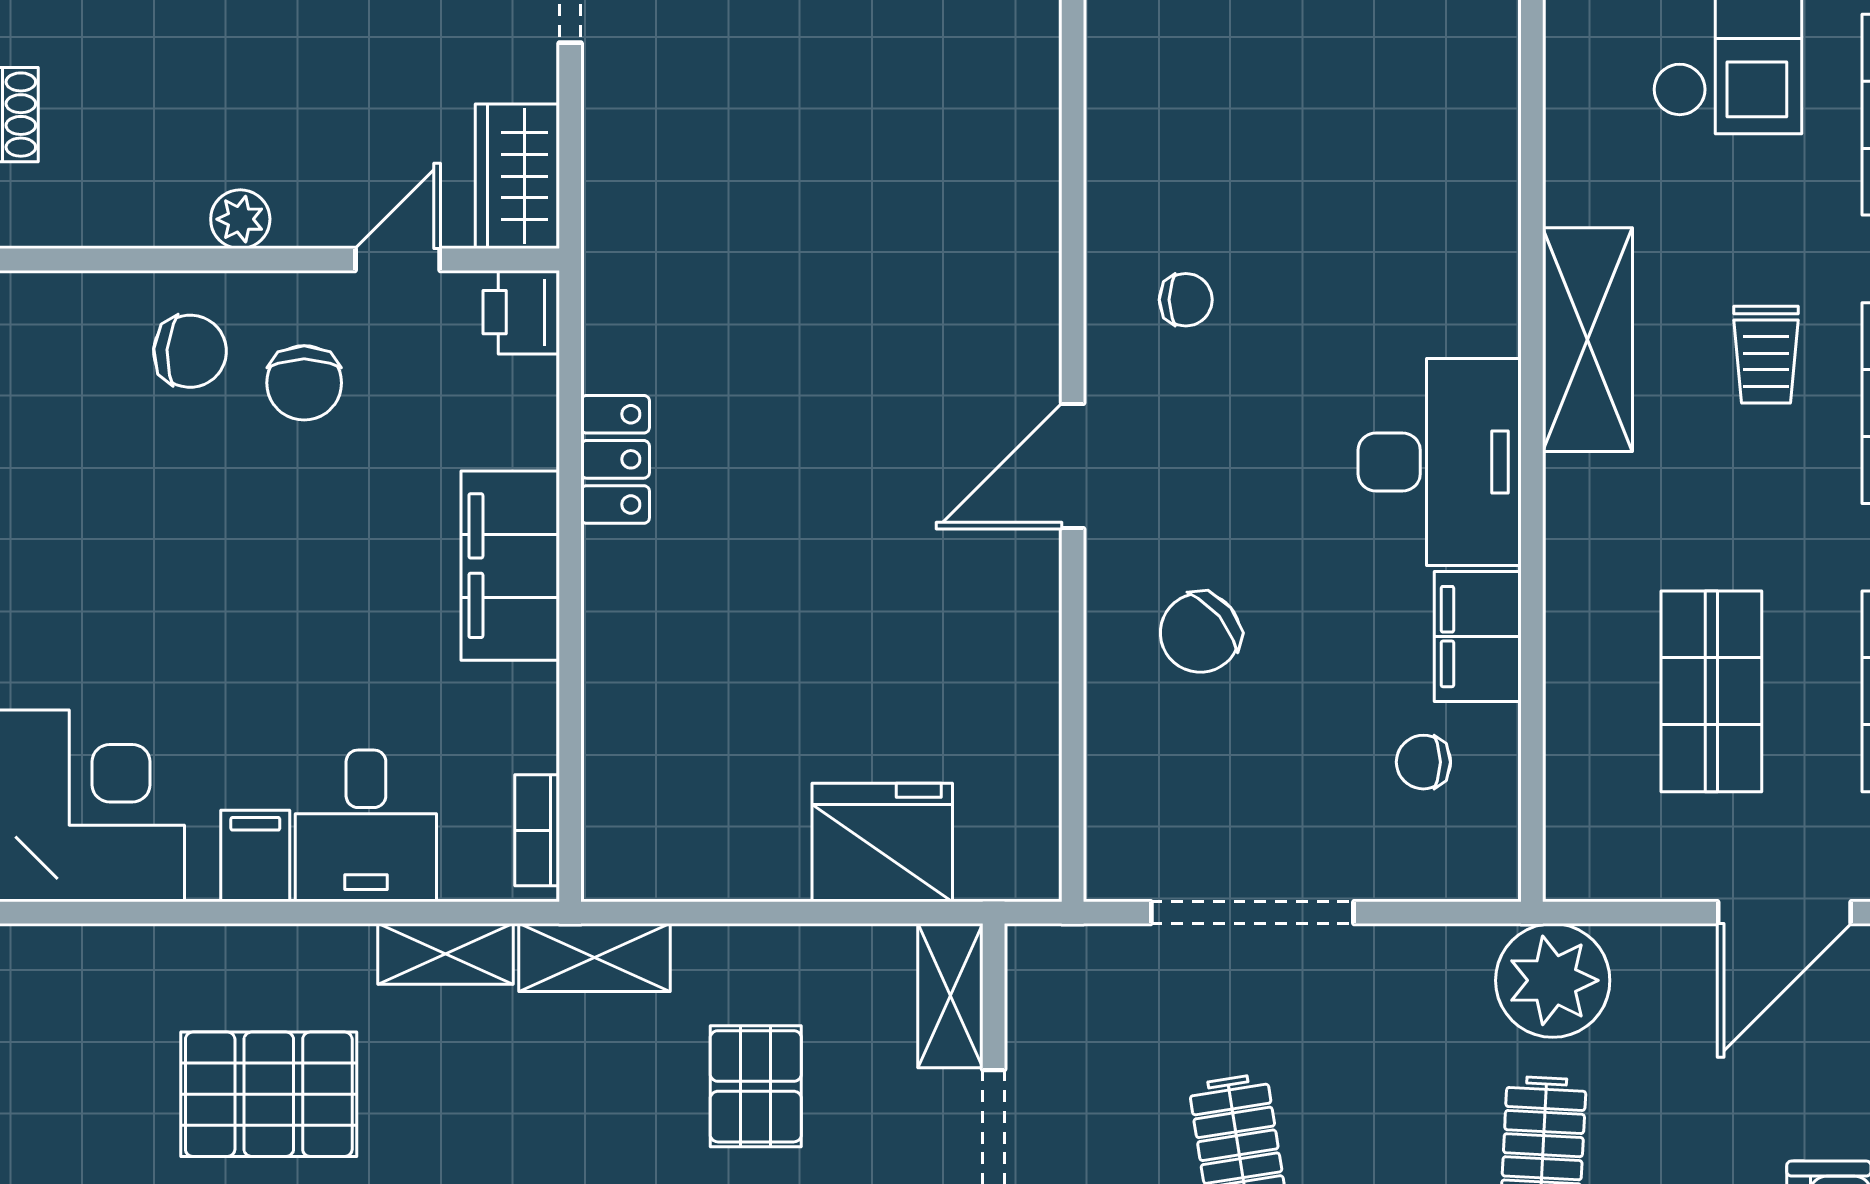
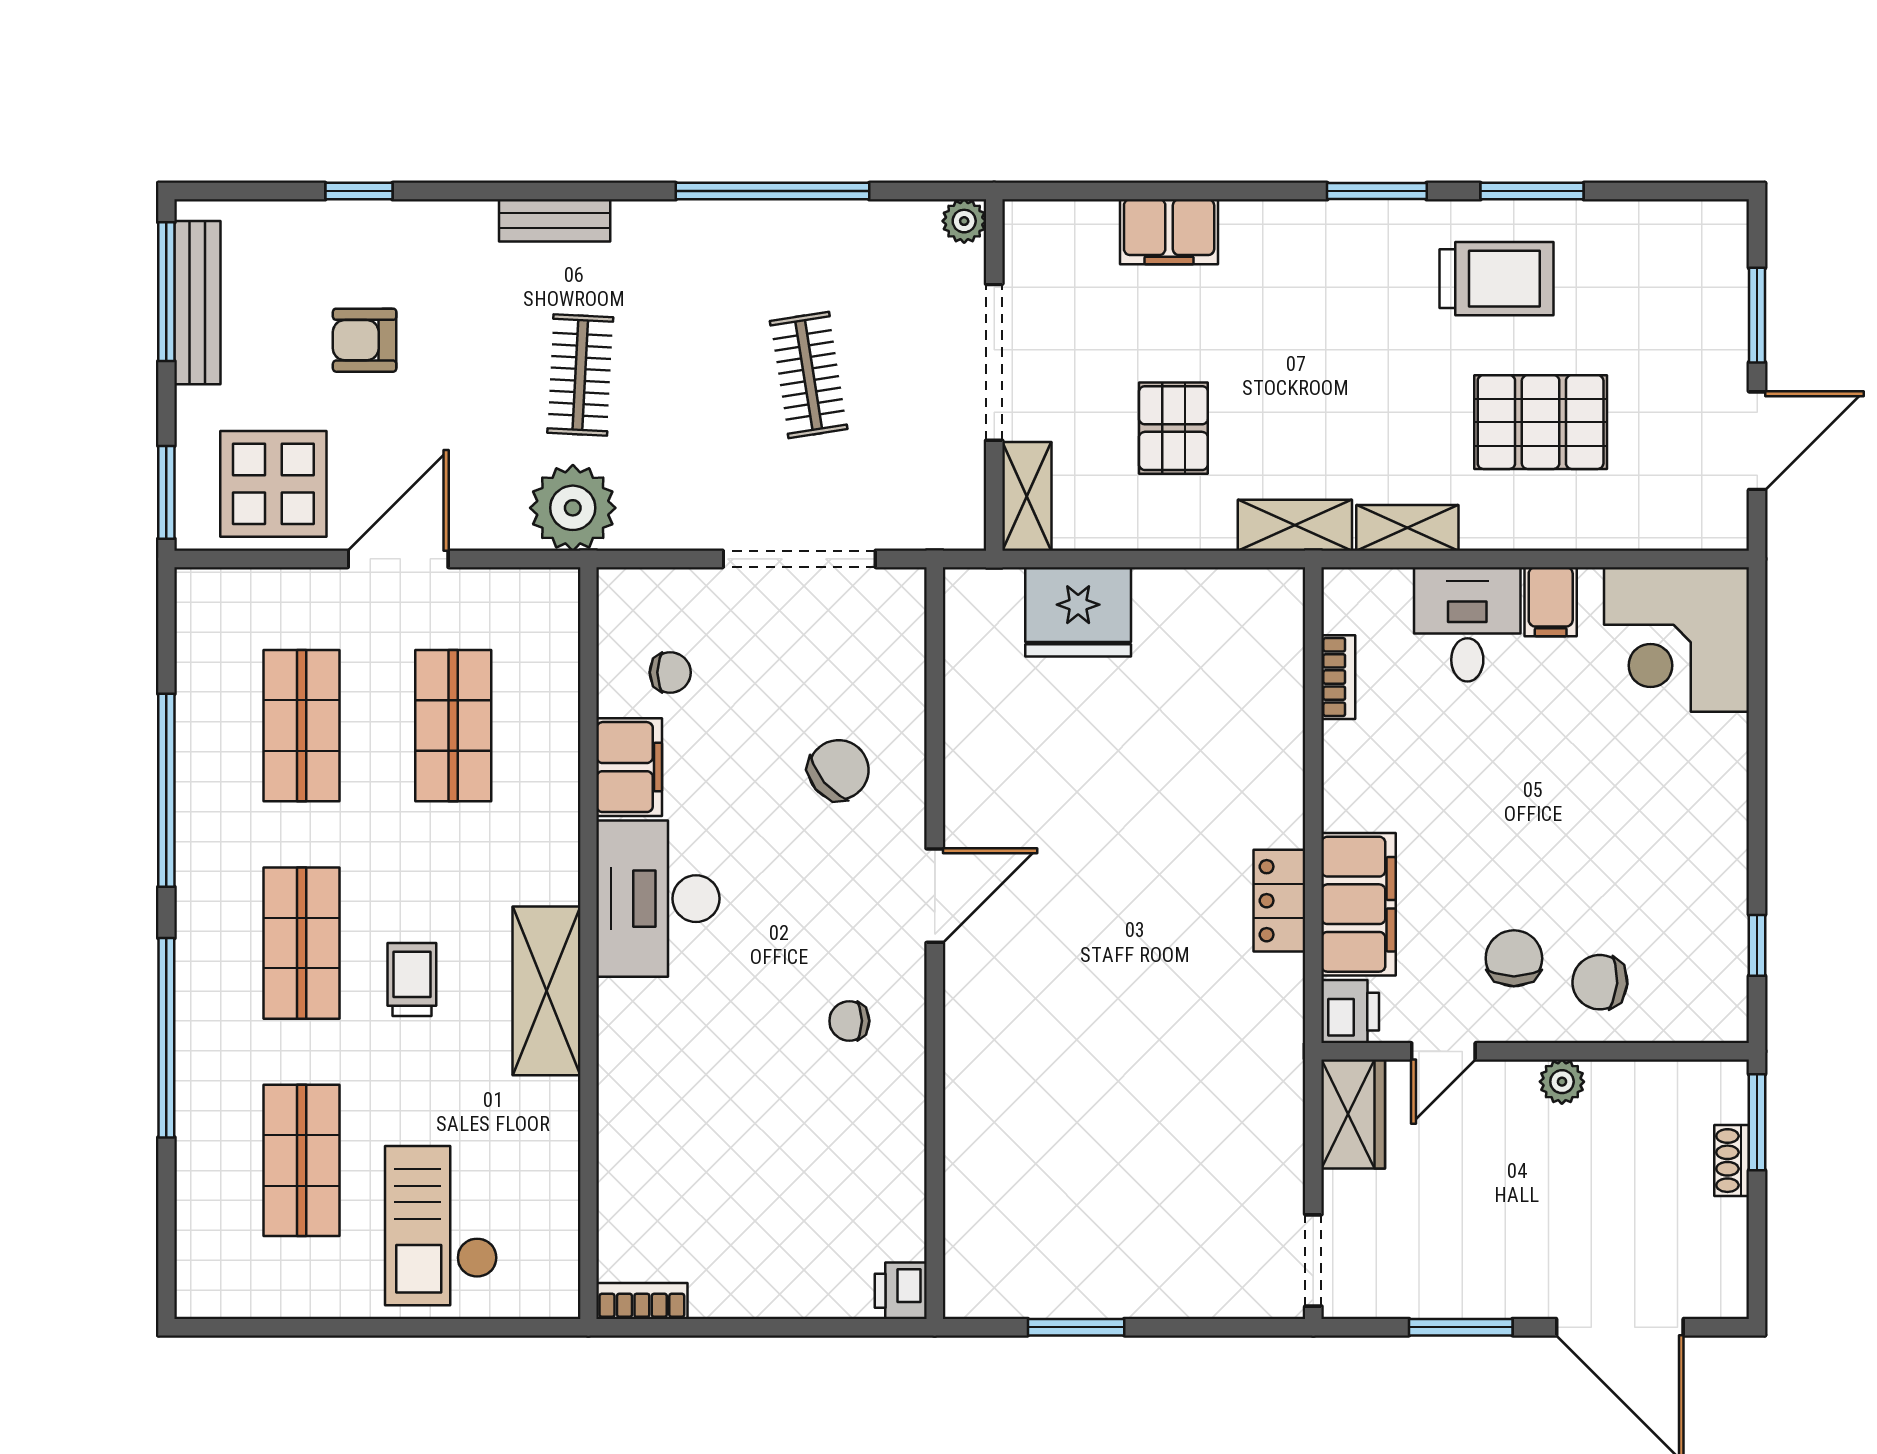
filing cabinet: (510, 566) -> (1358, 904), moved
bookcase: (537, 830) -> (1338, 677), moved

